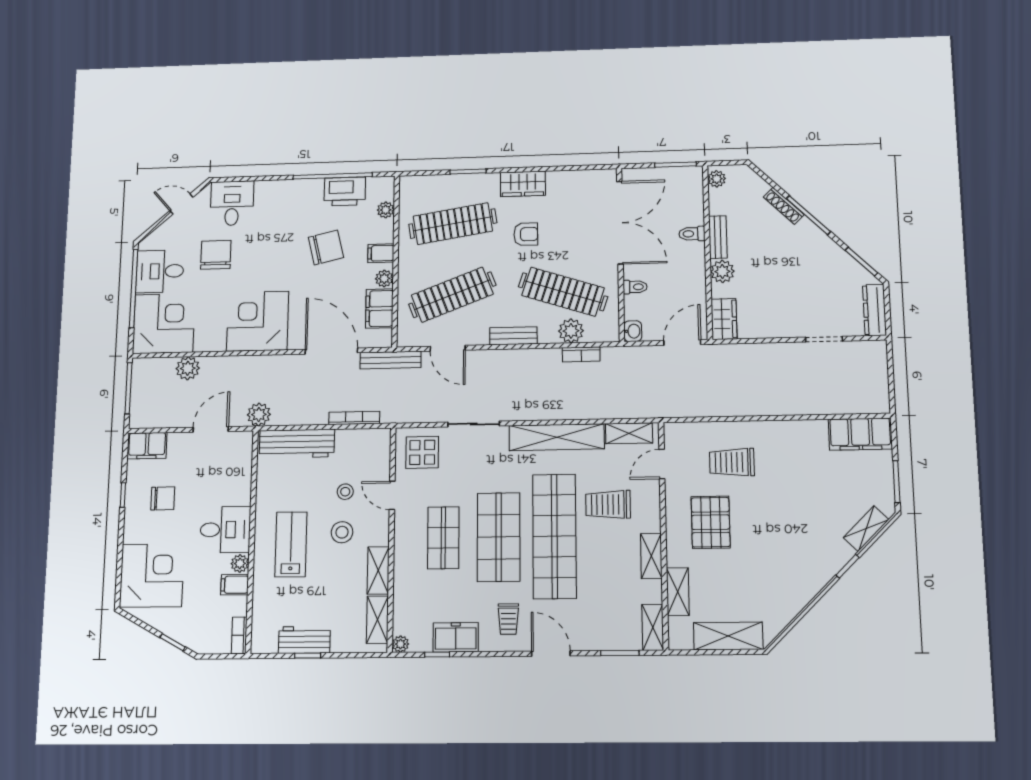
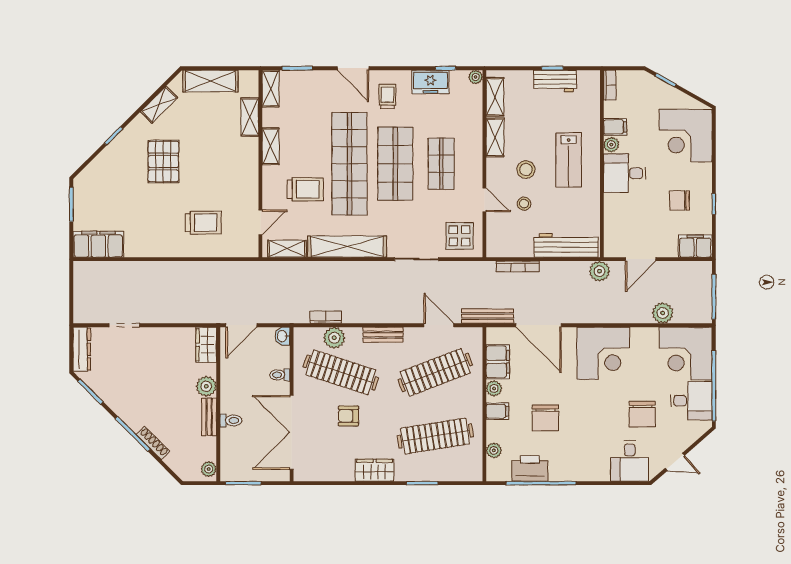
armchair: (526, 234) -> (348, 416), moved
chair: (326, 247) -> (545, 418), turned -77
pallet: (711, 522) -> (163, 162), moved
shelving: (866, 529) -> (159, 105), moved

